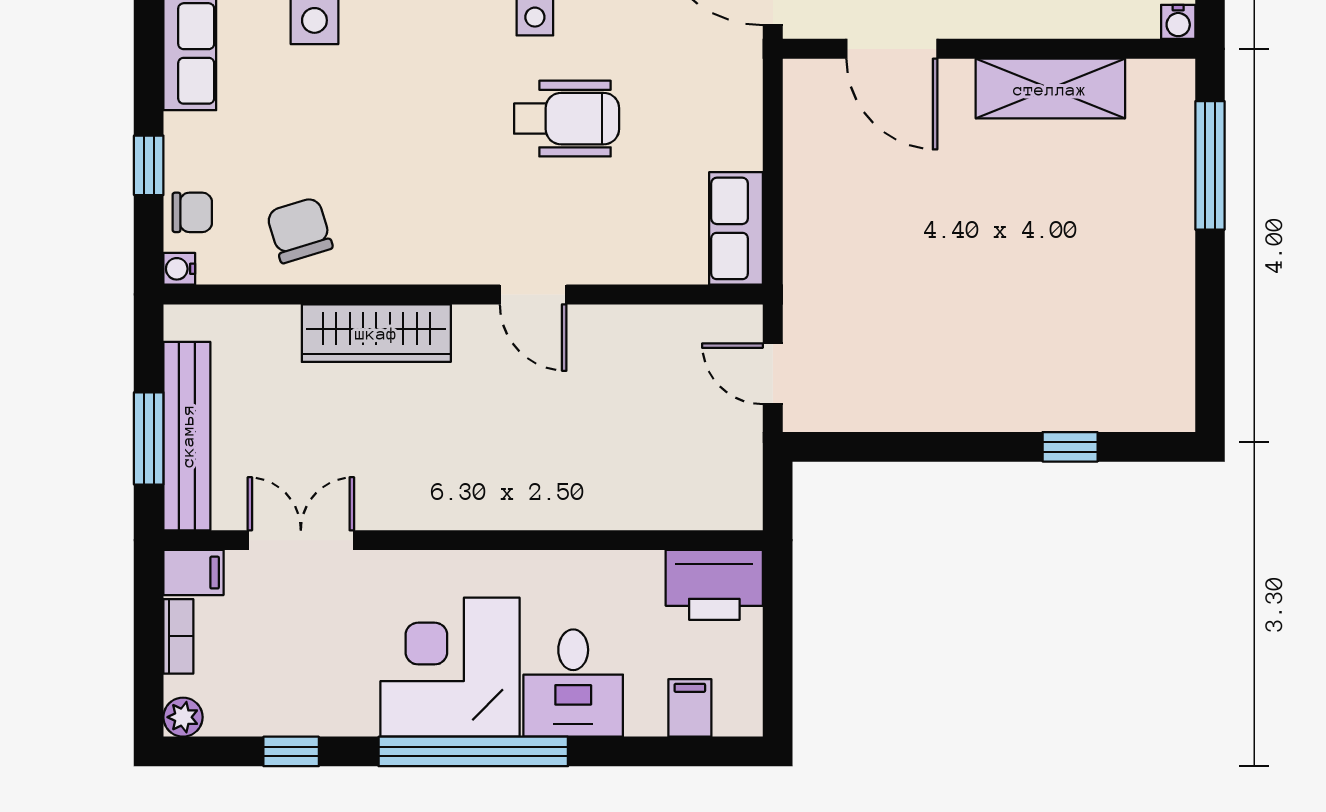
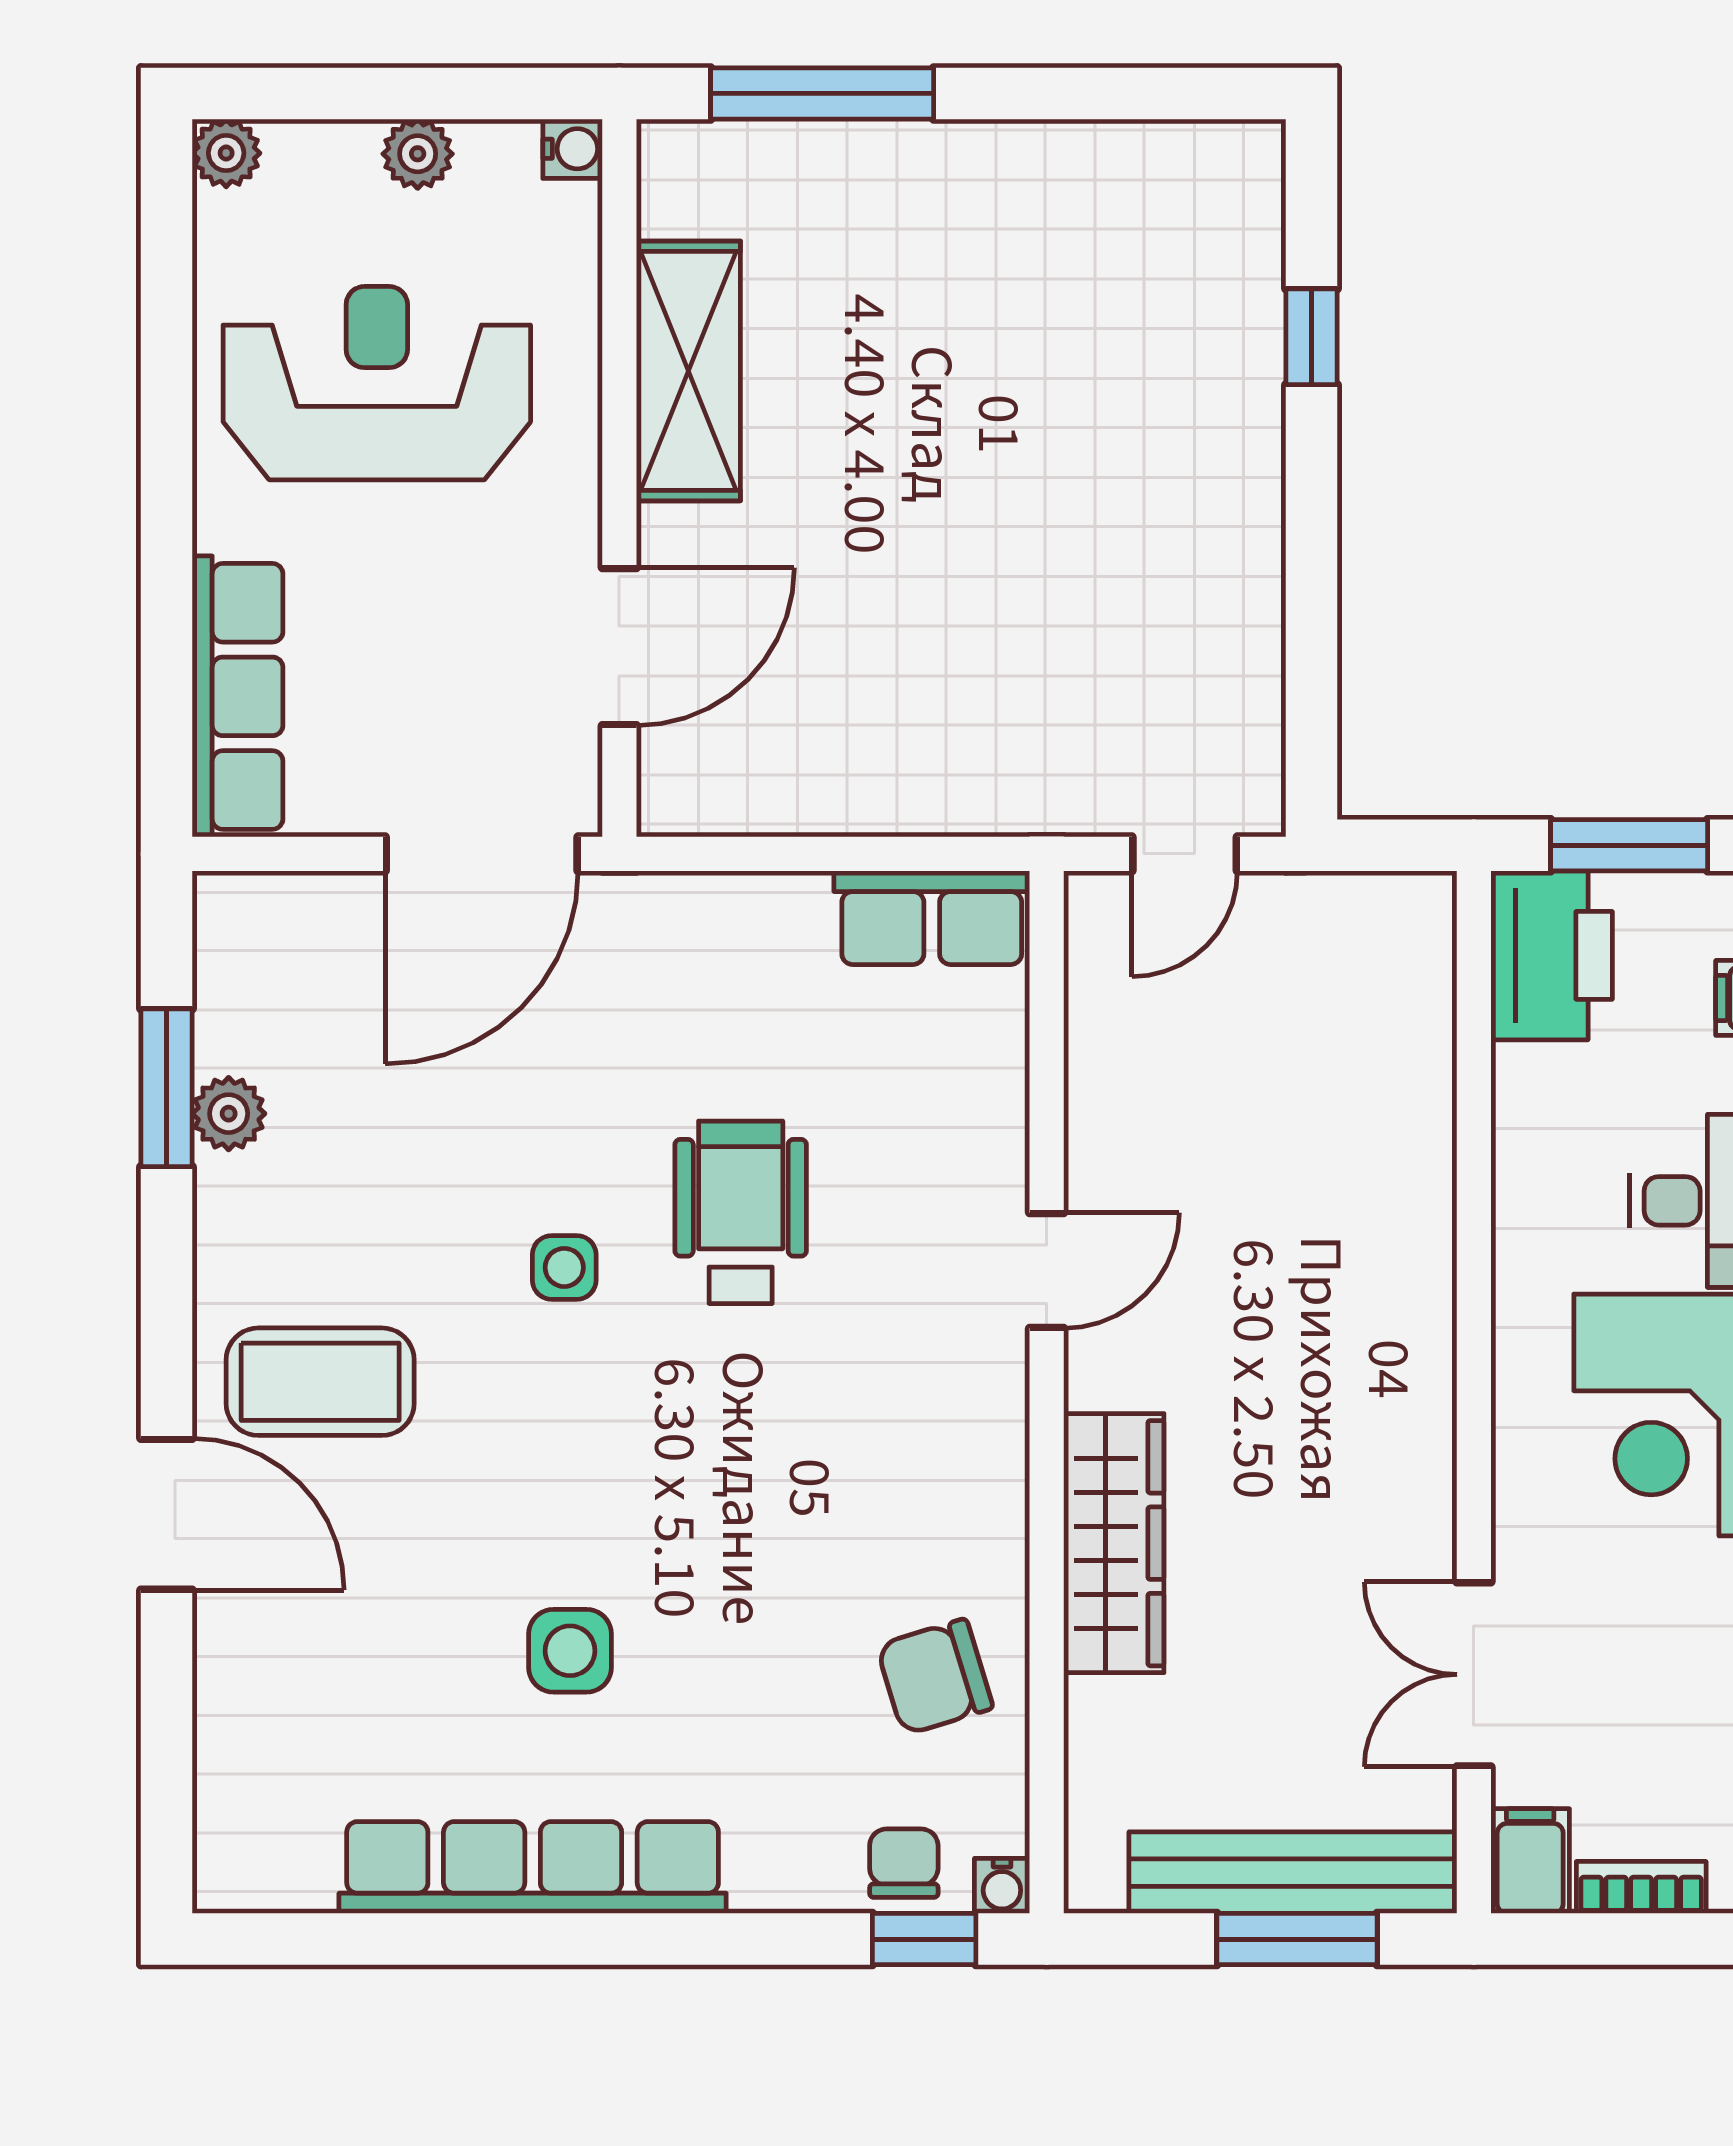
window: (149, 165) -> (924, 1939), moved
window: (778, 629) -> (1629, 845), added

